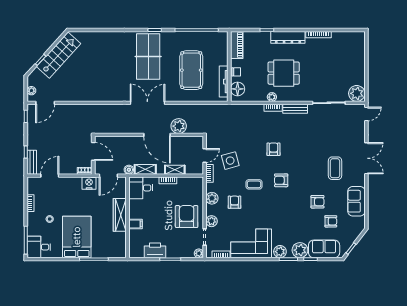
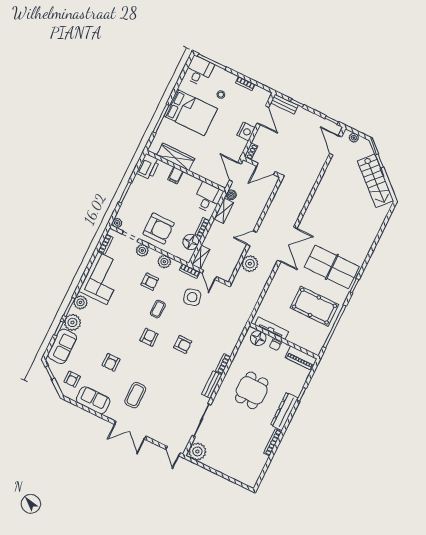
pool table: (191, 70) -> (314, 306), moved
plant: (272, 97) -> (234, 368), removed
door: (157, 135) -> (252, 238), width x0.53
coffee table: (335, 168) -> (135, 395), turned 90
shelving: (175, 170) -> (201, 257), moved
nightstand: (89, 183) -> (246, 131), moved
floor lamp: (185, 184) -> (191, 242), added
wardrobe: (120, 215) -> (176, 157), moved
armchair: (331, 221) -> (72, 379), moved
printer: (155, 250) -> (148, 167), moved

